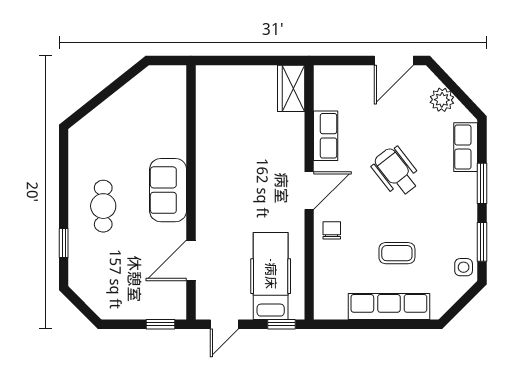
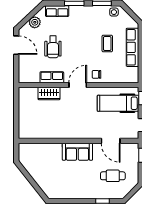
wardrobe: (291, 88) -> (49, 94), moved
wheelchair: (396, 172) -> (53, 47), moved, turned -52
door: (309, 191) -> (78, 85), hinge flipped
cafe table: (103, 206) -> (113, 176), moved

